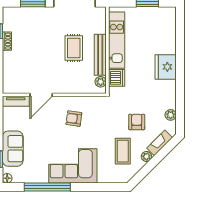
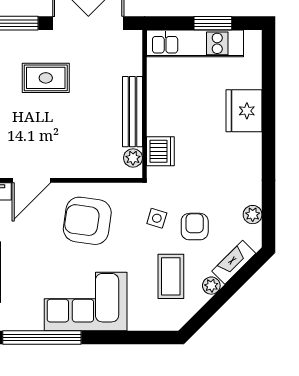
kitchen unit: (117, 40) -> (195, 43), moved, turned 90
rug: (74, 48) -> (46, 78), moved, turned 90
fridge: (166, 67) -> (244, 111), moved
side table: (115, 117) -> (157, 218), added
armchair: (74, 119) -> (87, 221), width x1.88, depth x1.88

